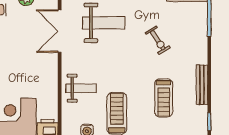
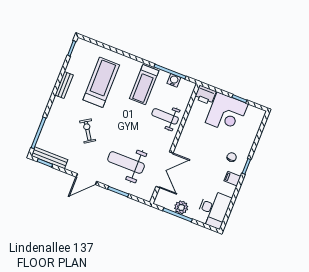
bench: (202, 85) -> (64, 85), width x0.73
treadmill: (164, 98) -> (101, 82), width x1.37, depth x1.38

